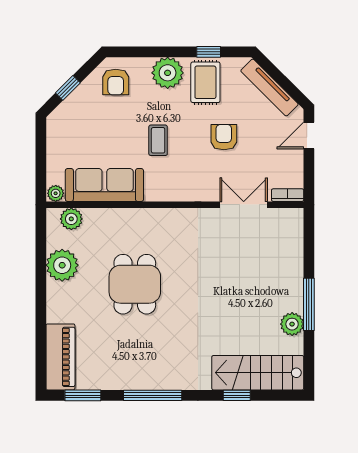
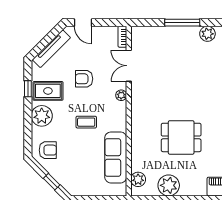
plant: (56, 193) -> (121, 95), moved
window: (309, 304) -> (182, 23), moved

